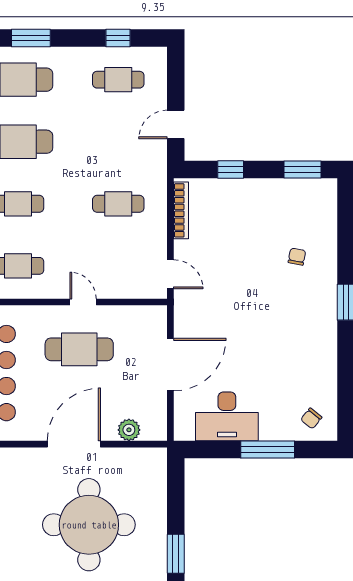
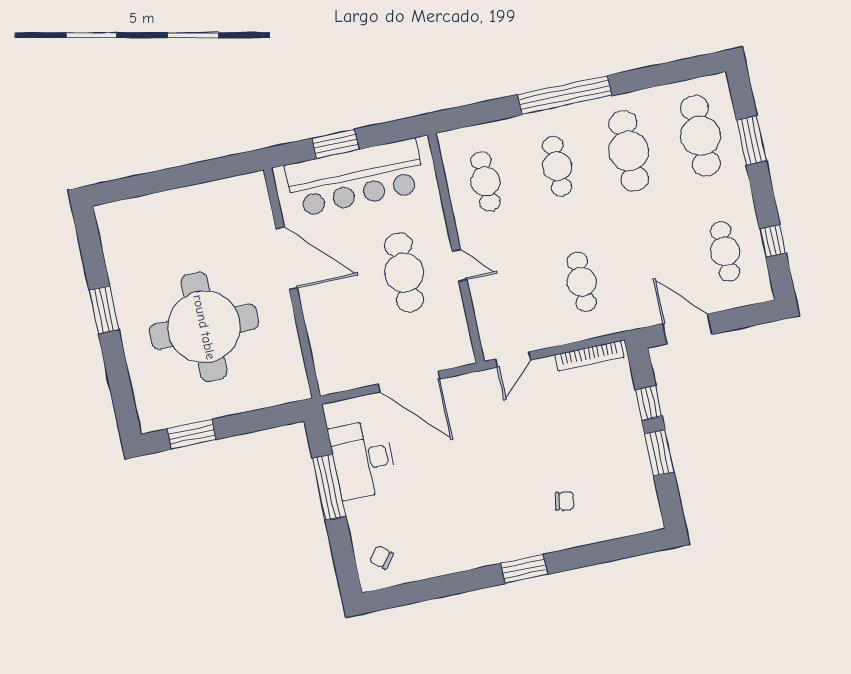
door: (176, 124) -> (687, 329), width x1.38
window: (302, 170) -> (659, 453), moved
door: (83, 302) -> (460, 265), hinge flipped
plant: (129, 430) -> (323, 350), removed
door: (74, 444) -> (287, 258), moved
window: (268, 450) -> (329, 487), moved

